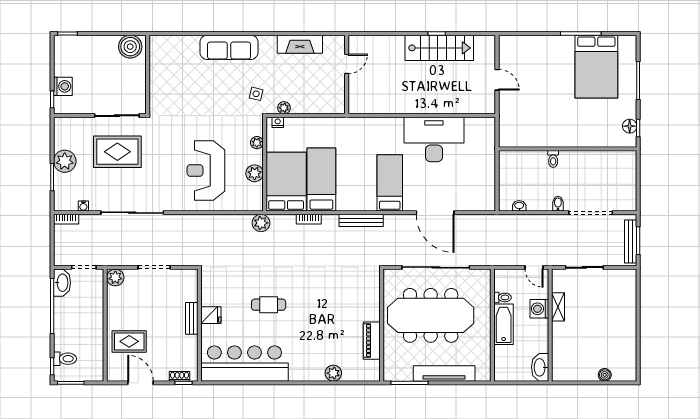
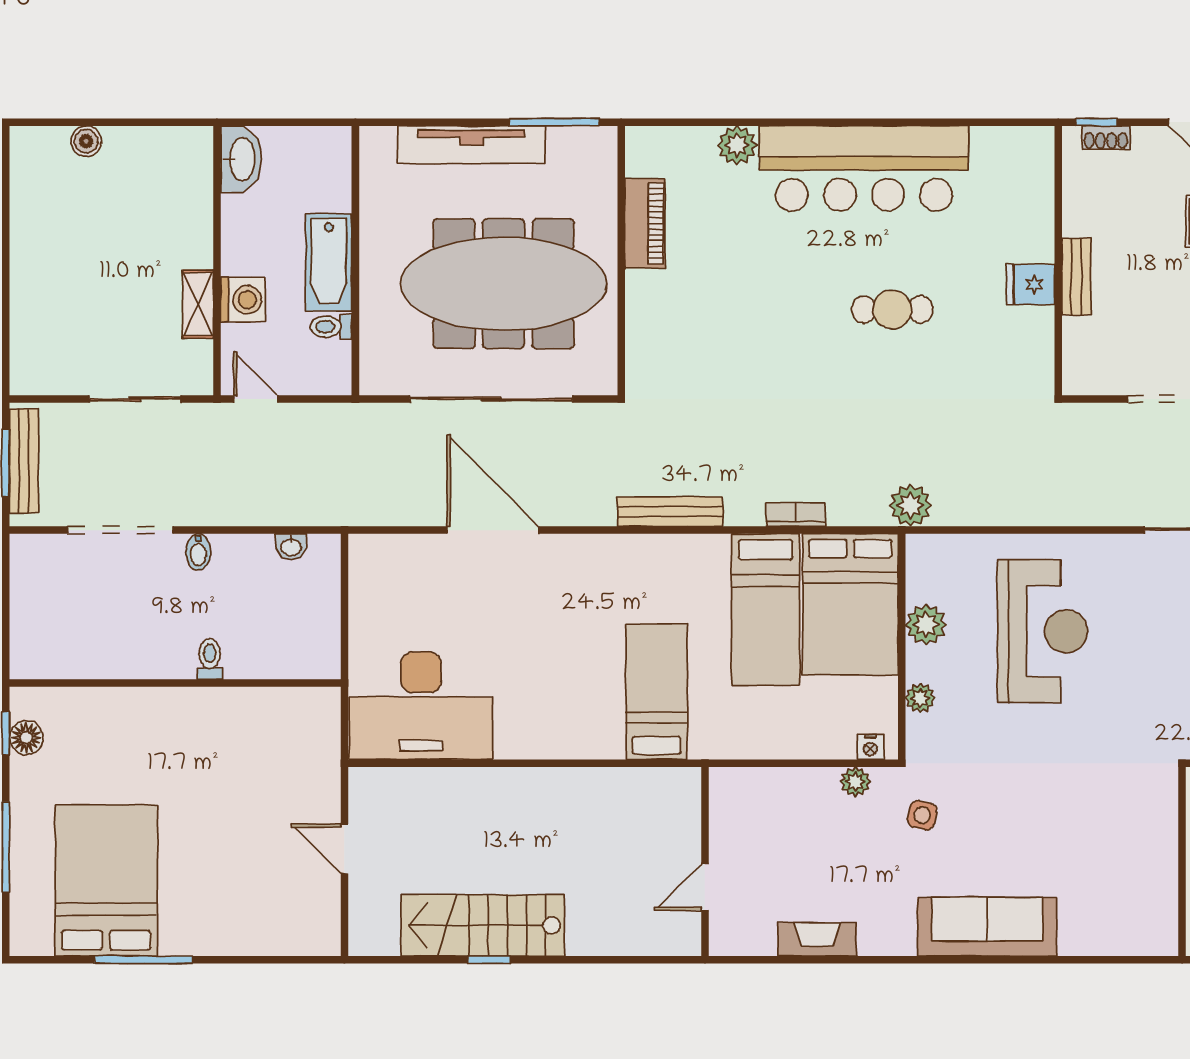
fireplace: (300, 44) -> (817, 939), width x0.73, depth x0.76
desk: (434, 139) -> (421, 706), moved
bed: (390, 183) -> (657, 692), moved, turned 180
bar counter: (244, 363) -> (864, 168), moved

